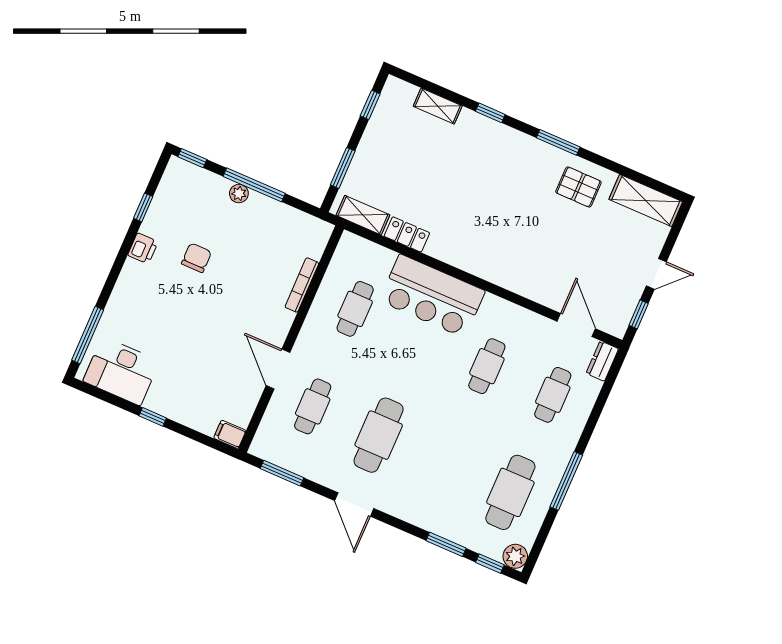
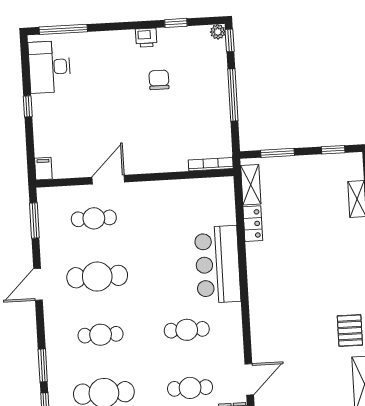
plant: (239, 194) -> (218, 32), moved
chair: (196, 258) -> (159, 80), turned -90
bookcase: (302, 285) -> (211, 164), moved
cafe table: (355, 309) -> (101, 335), moved

